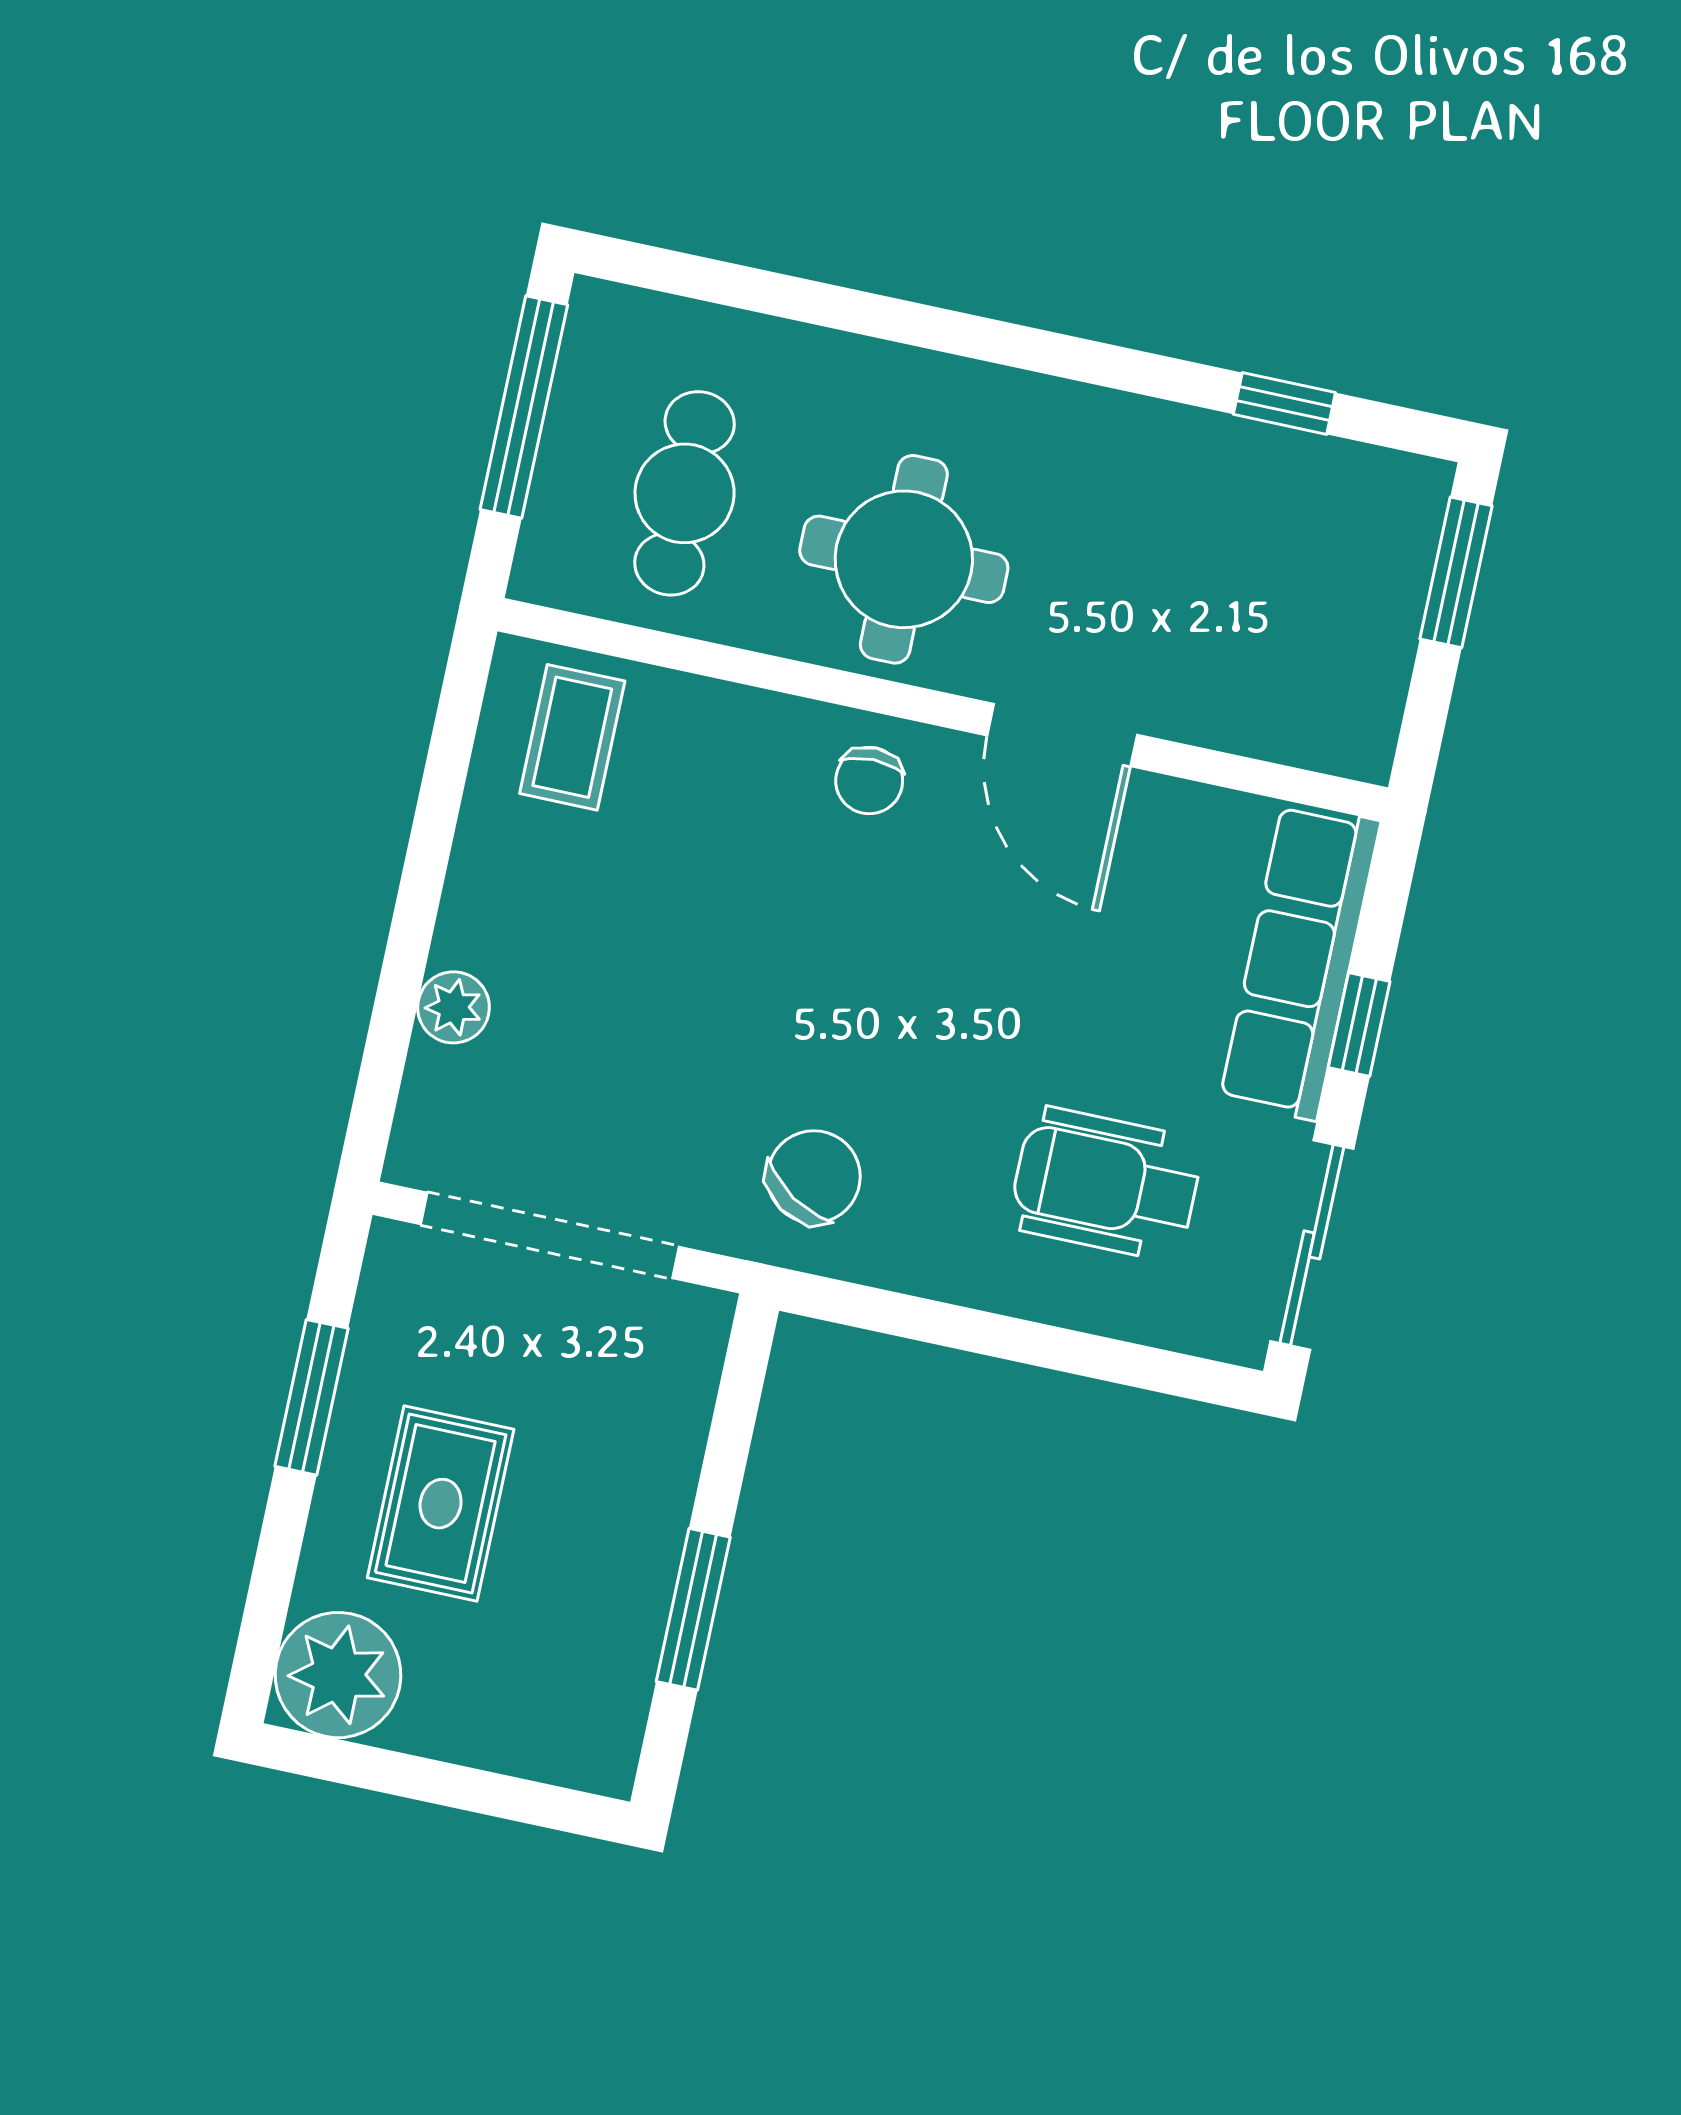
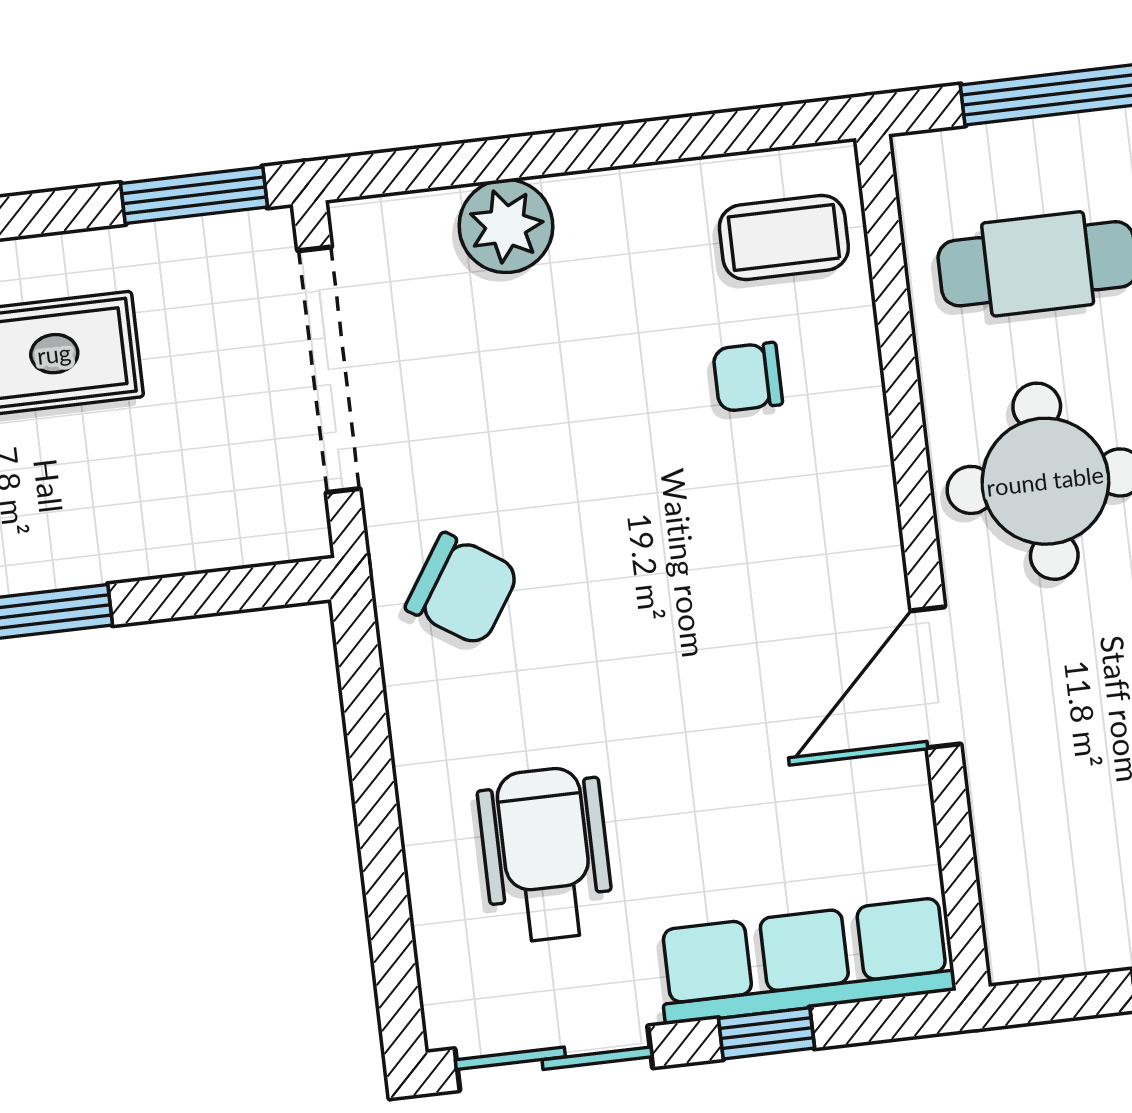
chair: (869, 781) -> (748, 377), moved
plant: (453, 1007) -> (506, 226), width x1.38, depth x1.38
window: (312, 1397) -> (194, 195), moved

